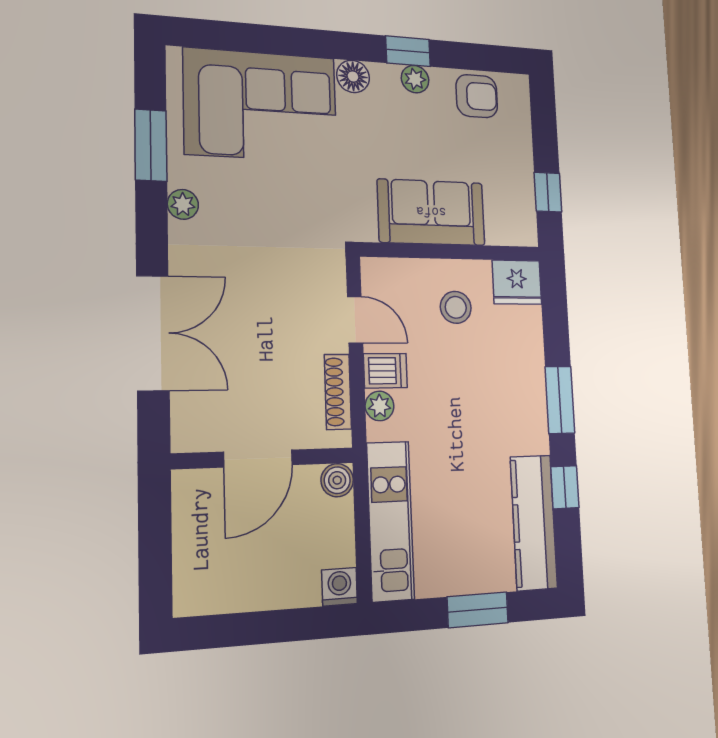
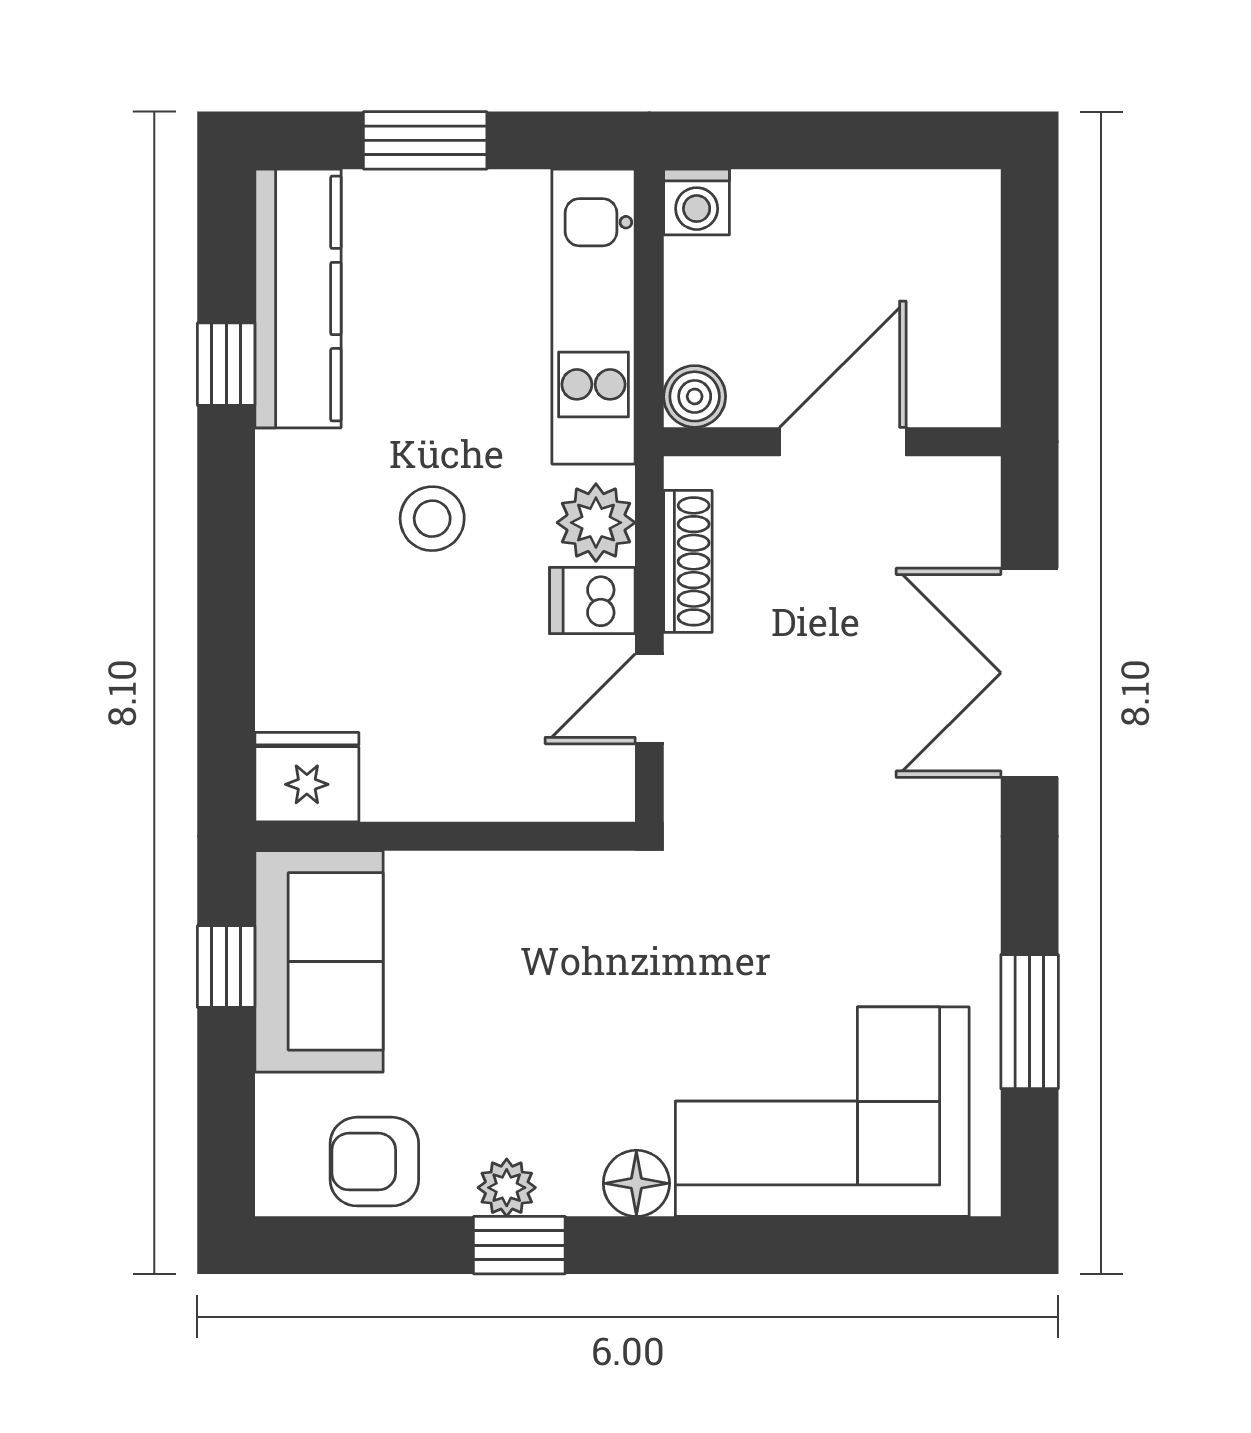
plant: (183, 204) -> (973, 912), removed
sofa: (431, 212) -> (319, 961), moved, turned -90
stool: (456, 307) -> (432, 519), moved
door: (355, 320) -> (649, 699), hinge flipped
window: (560, 400) -> (226, 538), removed
plant: (380, 406) -> (596, 523), width x1.38, depth x1.38

